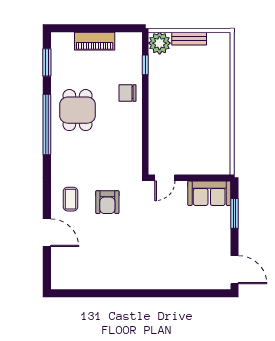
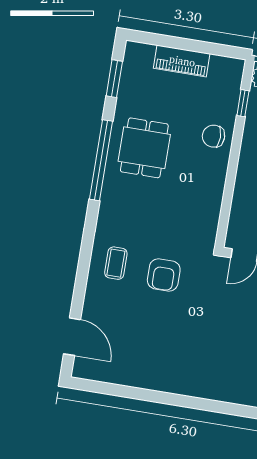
door: (47, 233) -> (72, 337), moved

